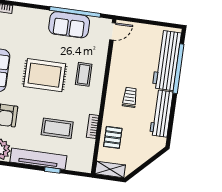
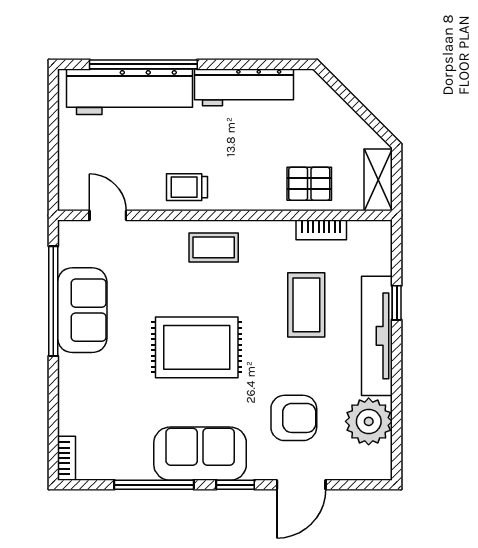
door: (113, 31) -> (108, 215), moved
coffee table: (84, 74) -> (214, 247), moved
rug: (45, 75) -> (197, 347), turned 90
trolley: (130, 97) -> (187, 187), moved
bookcase: (93, 126) -> (321, 230), moved

